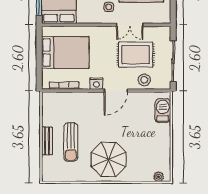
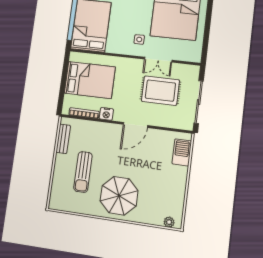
stool: (144, 80) -> (166, 118), removed
nightstand: (96, 84) -> (106, 114), moved
bench: (47, 141) -> (63, 139), moved

